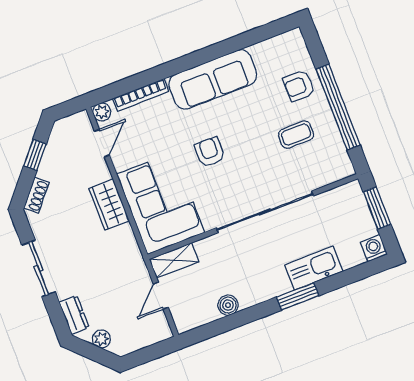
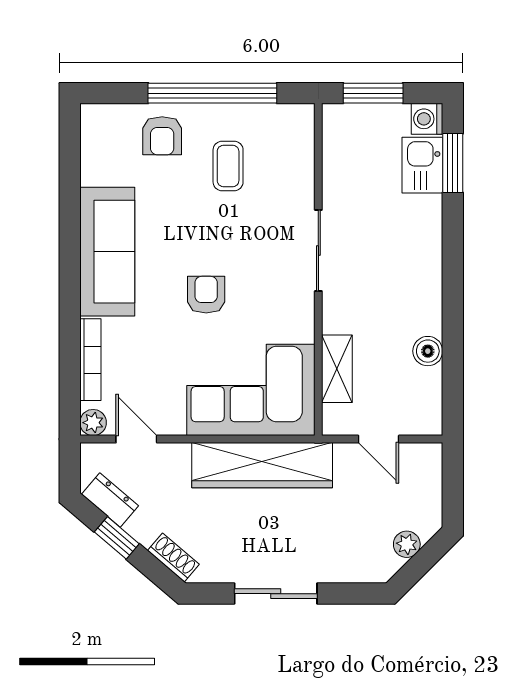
armchair: (210, 152) -> (206, 295), turned 90
wardrobe: (109, 205) -> (262, 465), width x2.10, depth x1.17
sliding door: (265, 212) -> (318, 250), width x0.54
shelving: (174, 260) -> (337, 369), moved
kitchen sink: (314, 268) -> (422, 165), moved, width x0.73
window: (298, 296) -> (453, 163), moved
dresser: (74, 315) -> (110, 500), moved, turned 40

